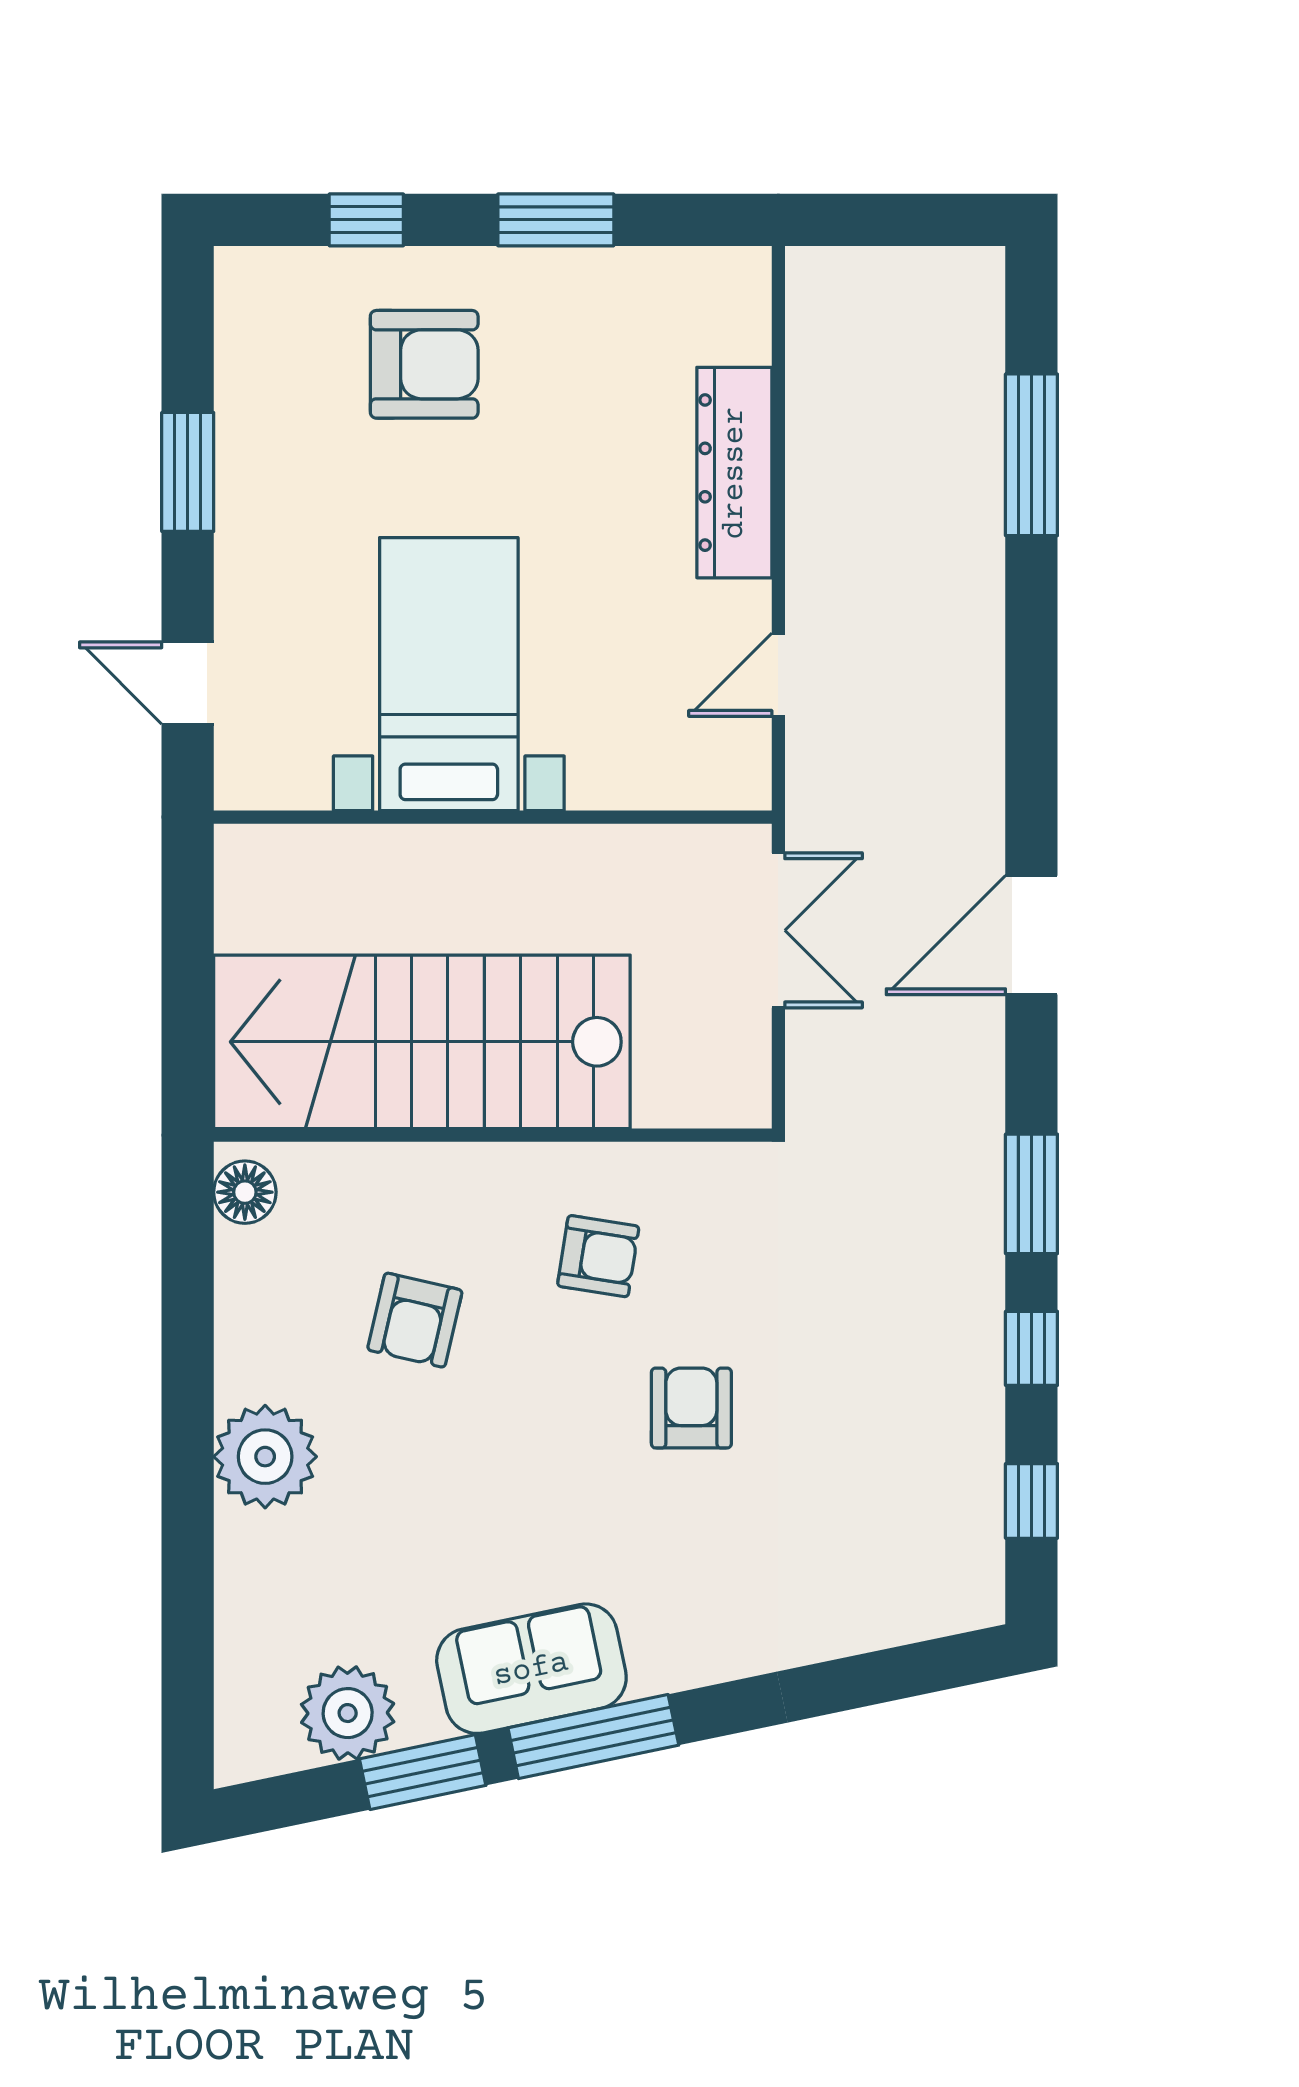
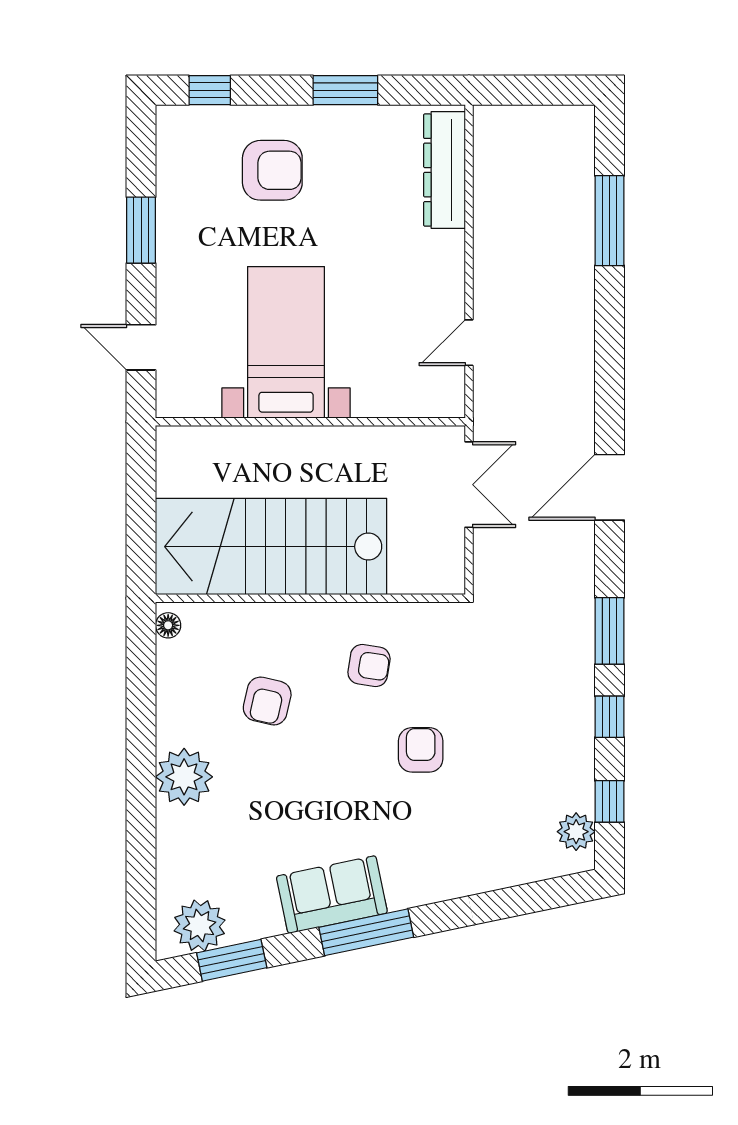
window: (366, 220) -> (210, 90), moved
dresser: (734, 473) -> (445, 170), moved
floor lamp: (245, 1192) -> (168, 625), width x0.73, depth x0.73
plant: (971, 1555) -> (576, 832), added
plant: (348, 1713) -> (200, 926), moved
window: (423, 1772) -> (232, 960), moved

